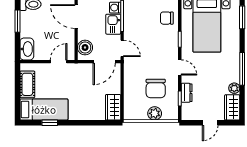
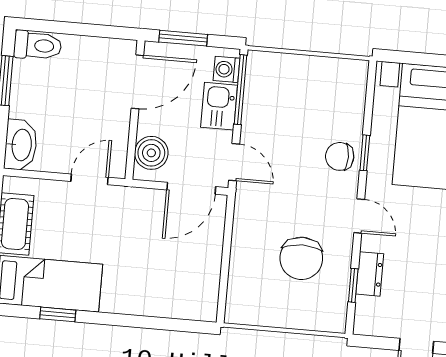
door: (76, 17) -> (137, 82), swing flipped
chair: (167, 18) -> (340, 156), moved
wardrobe: (113, 107) -> (202, 292), removed
plant: (155, 113) -> (294, 314), removed

